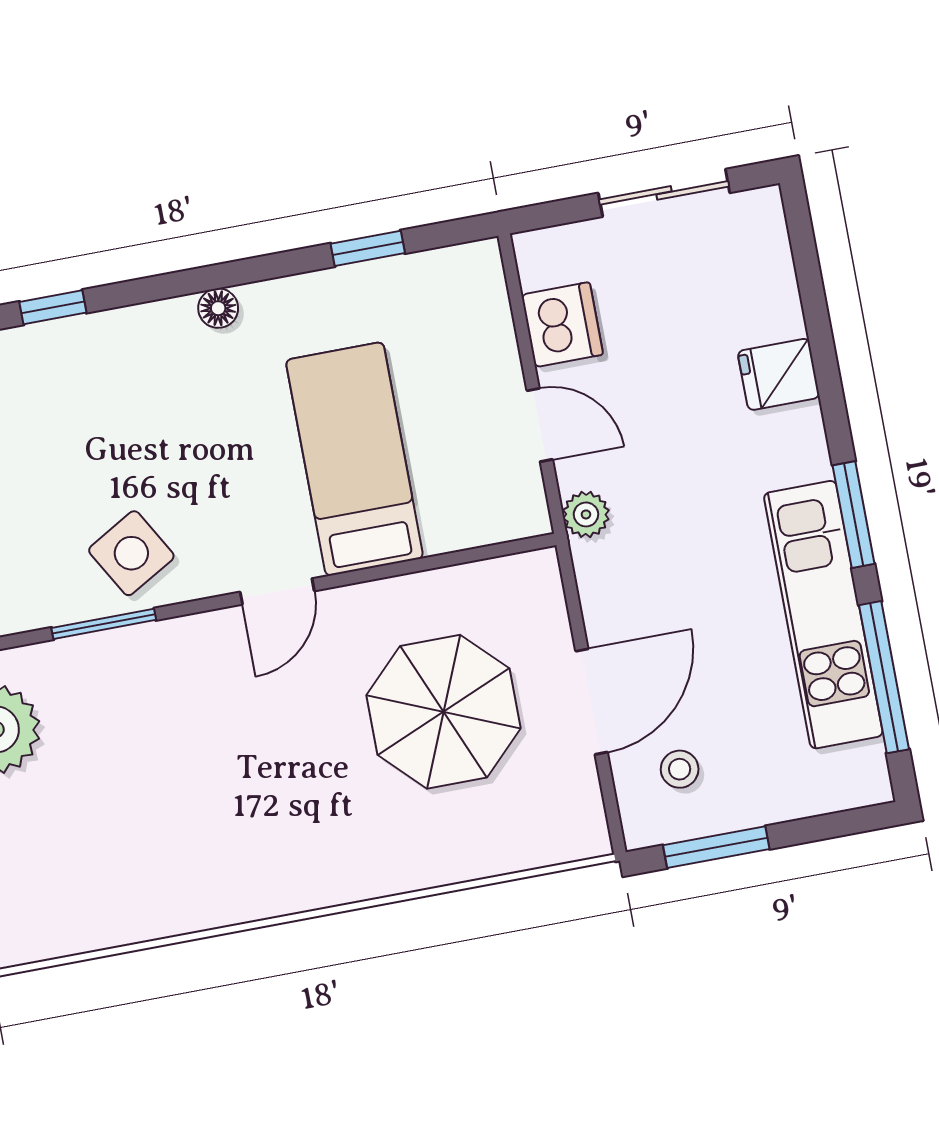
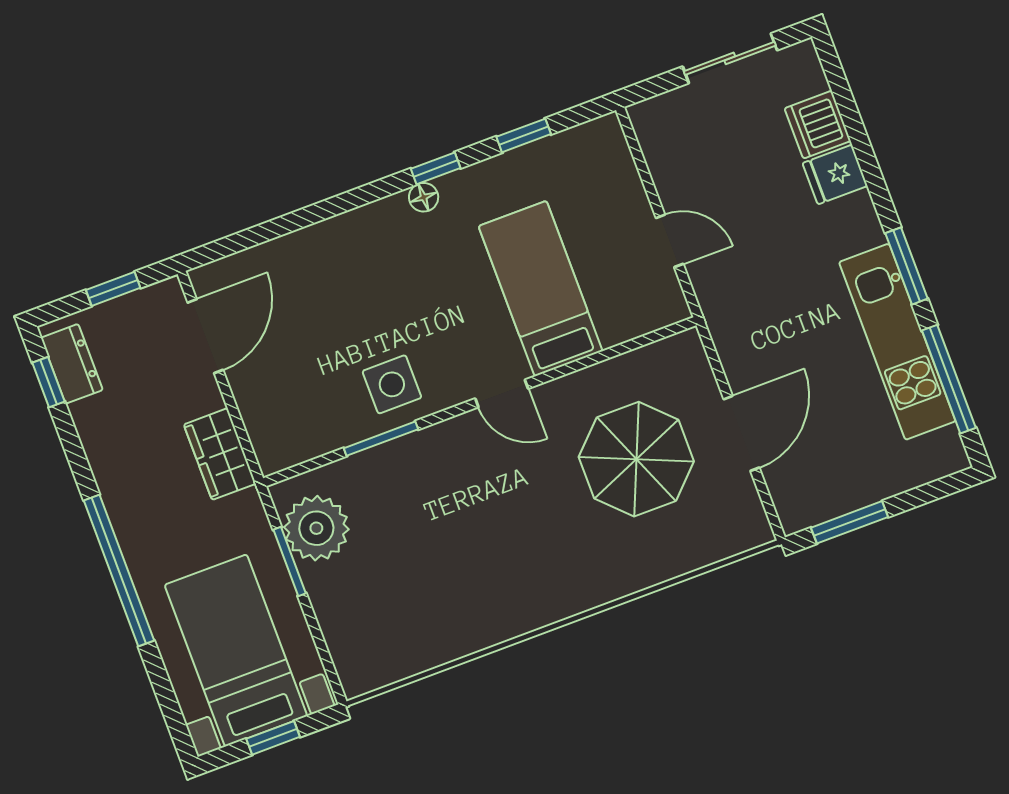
window: (53, 307) -> (436, 168), moved
dishwasher: (562, 325) -> (818, 125), moved, turned 180
plant: (586, 514) -> (714, 299), removed
side table: (131, 553) -> (392, 384), turned 30
door: (277, 591) -> (502, 394), hinge flipped
stool: (680, 769) -> (813, 471), removed

